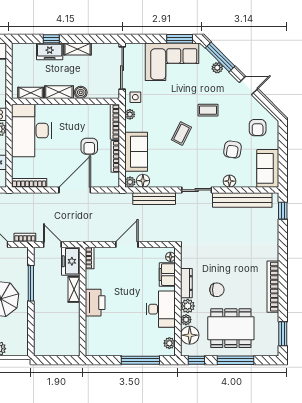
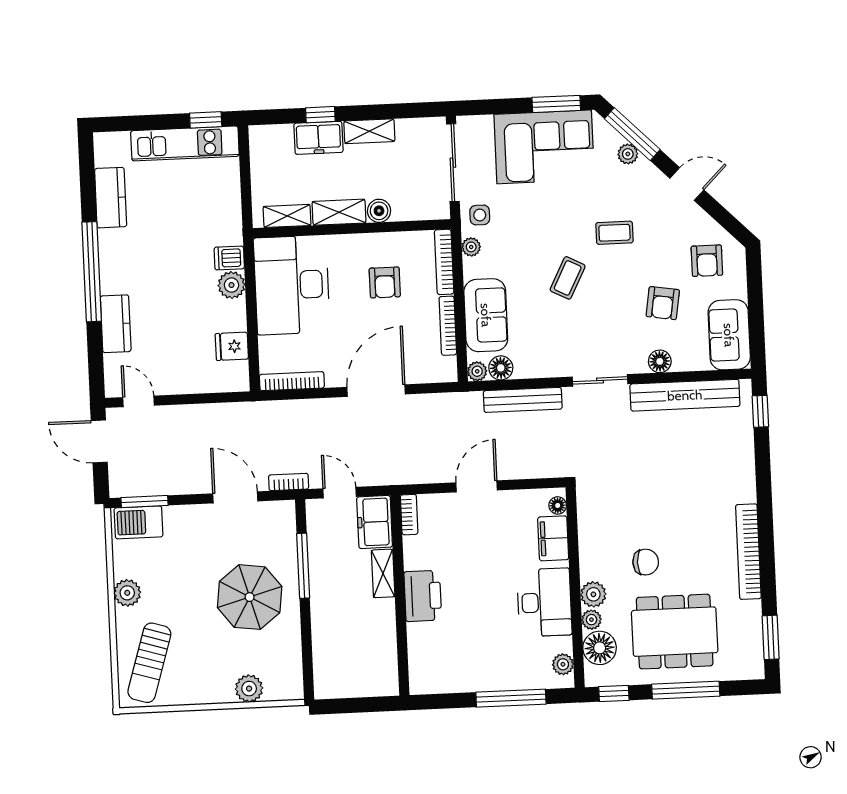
armchair: (89, 146) -> (385, 282), moved
dresser: (186, 283) -> (589, 552), removed

